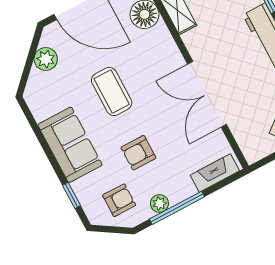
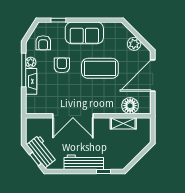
coffee table: (112, 91) -> (100, 68), width x1.36, depth x1.32
double door: (207, 94) -> (73, 116), swing flipped
fireplace: (215, 173) -> (31, 81), moved

